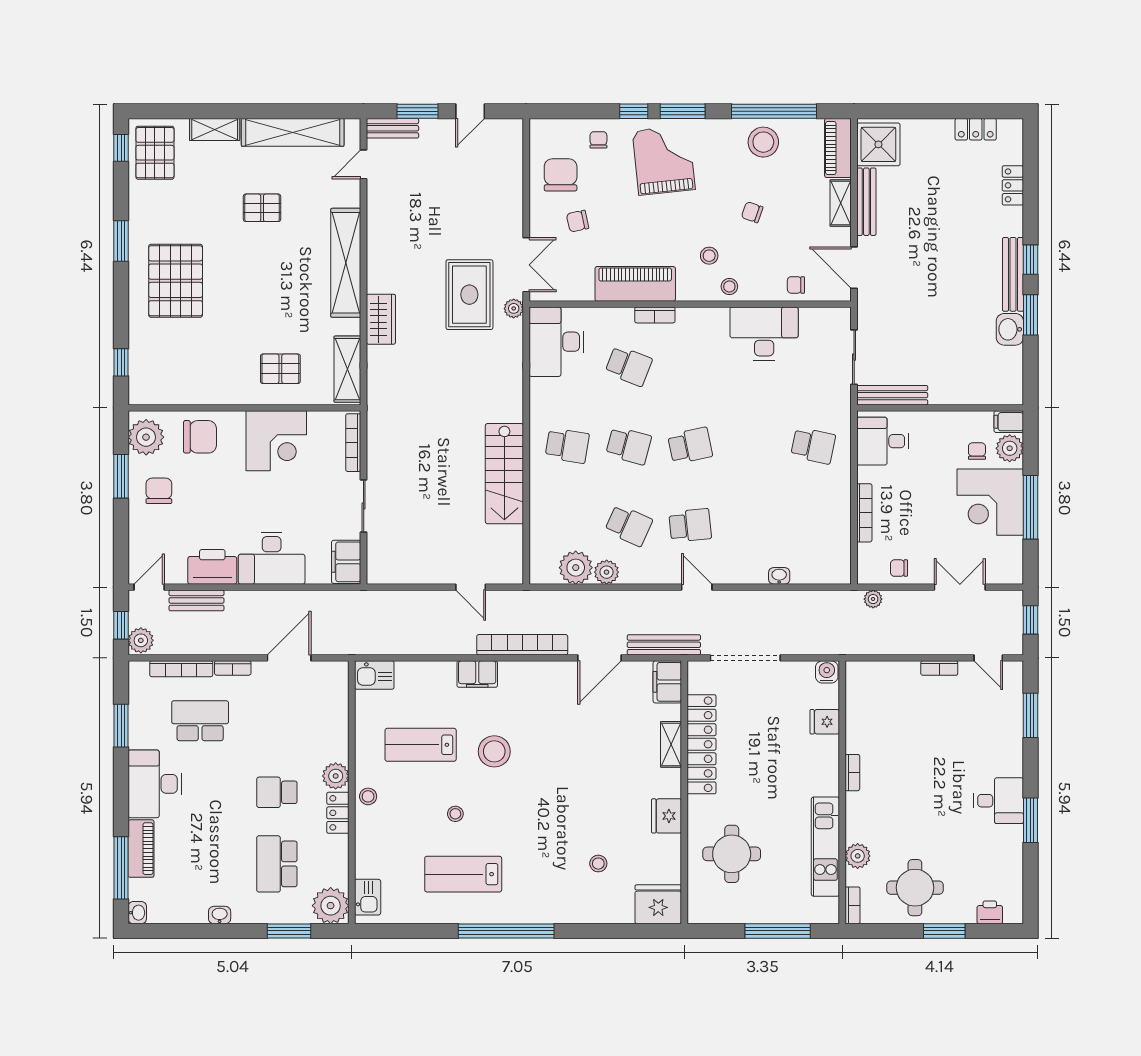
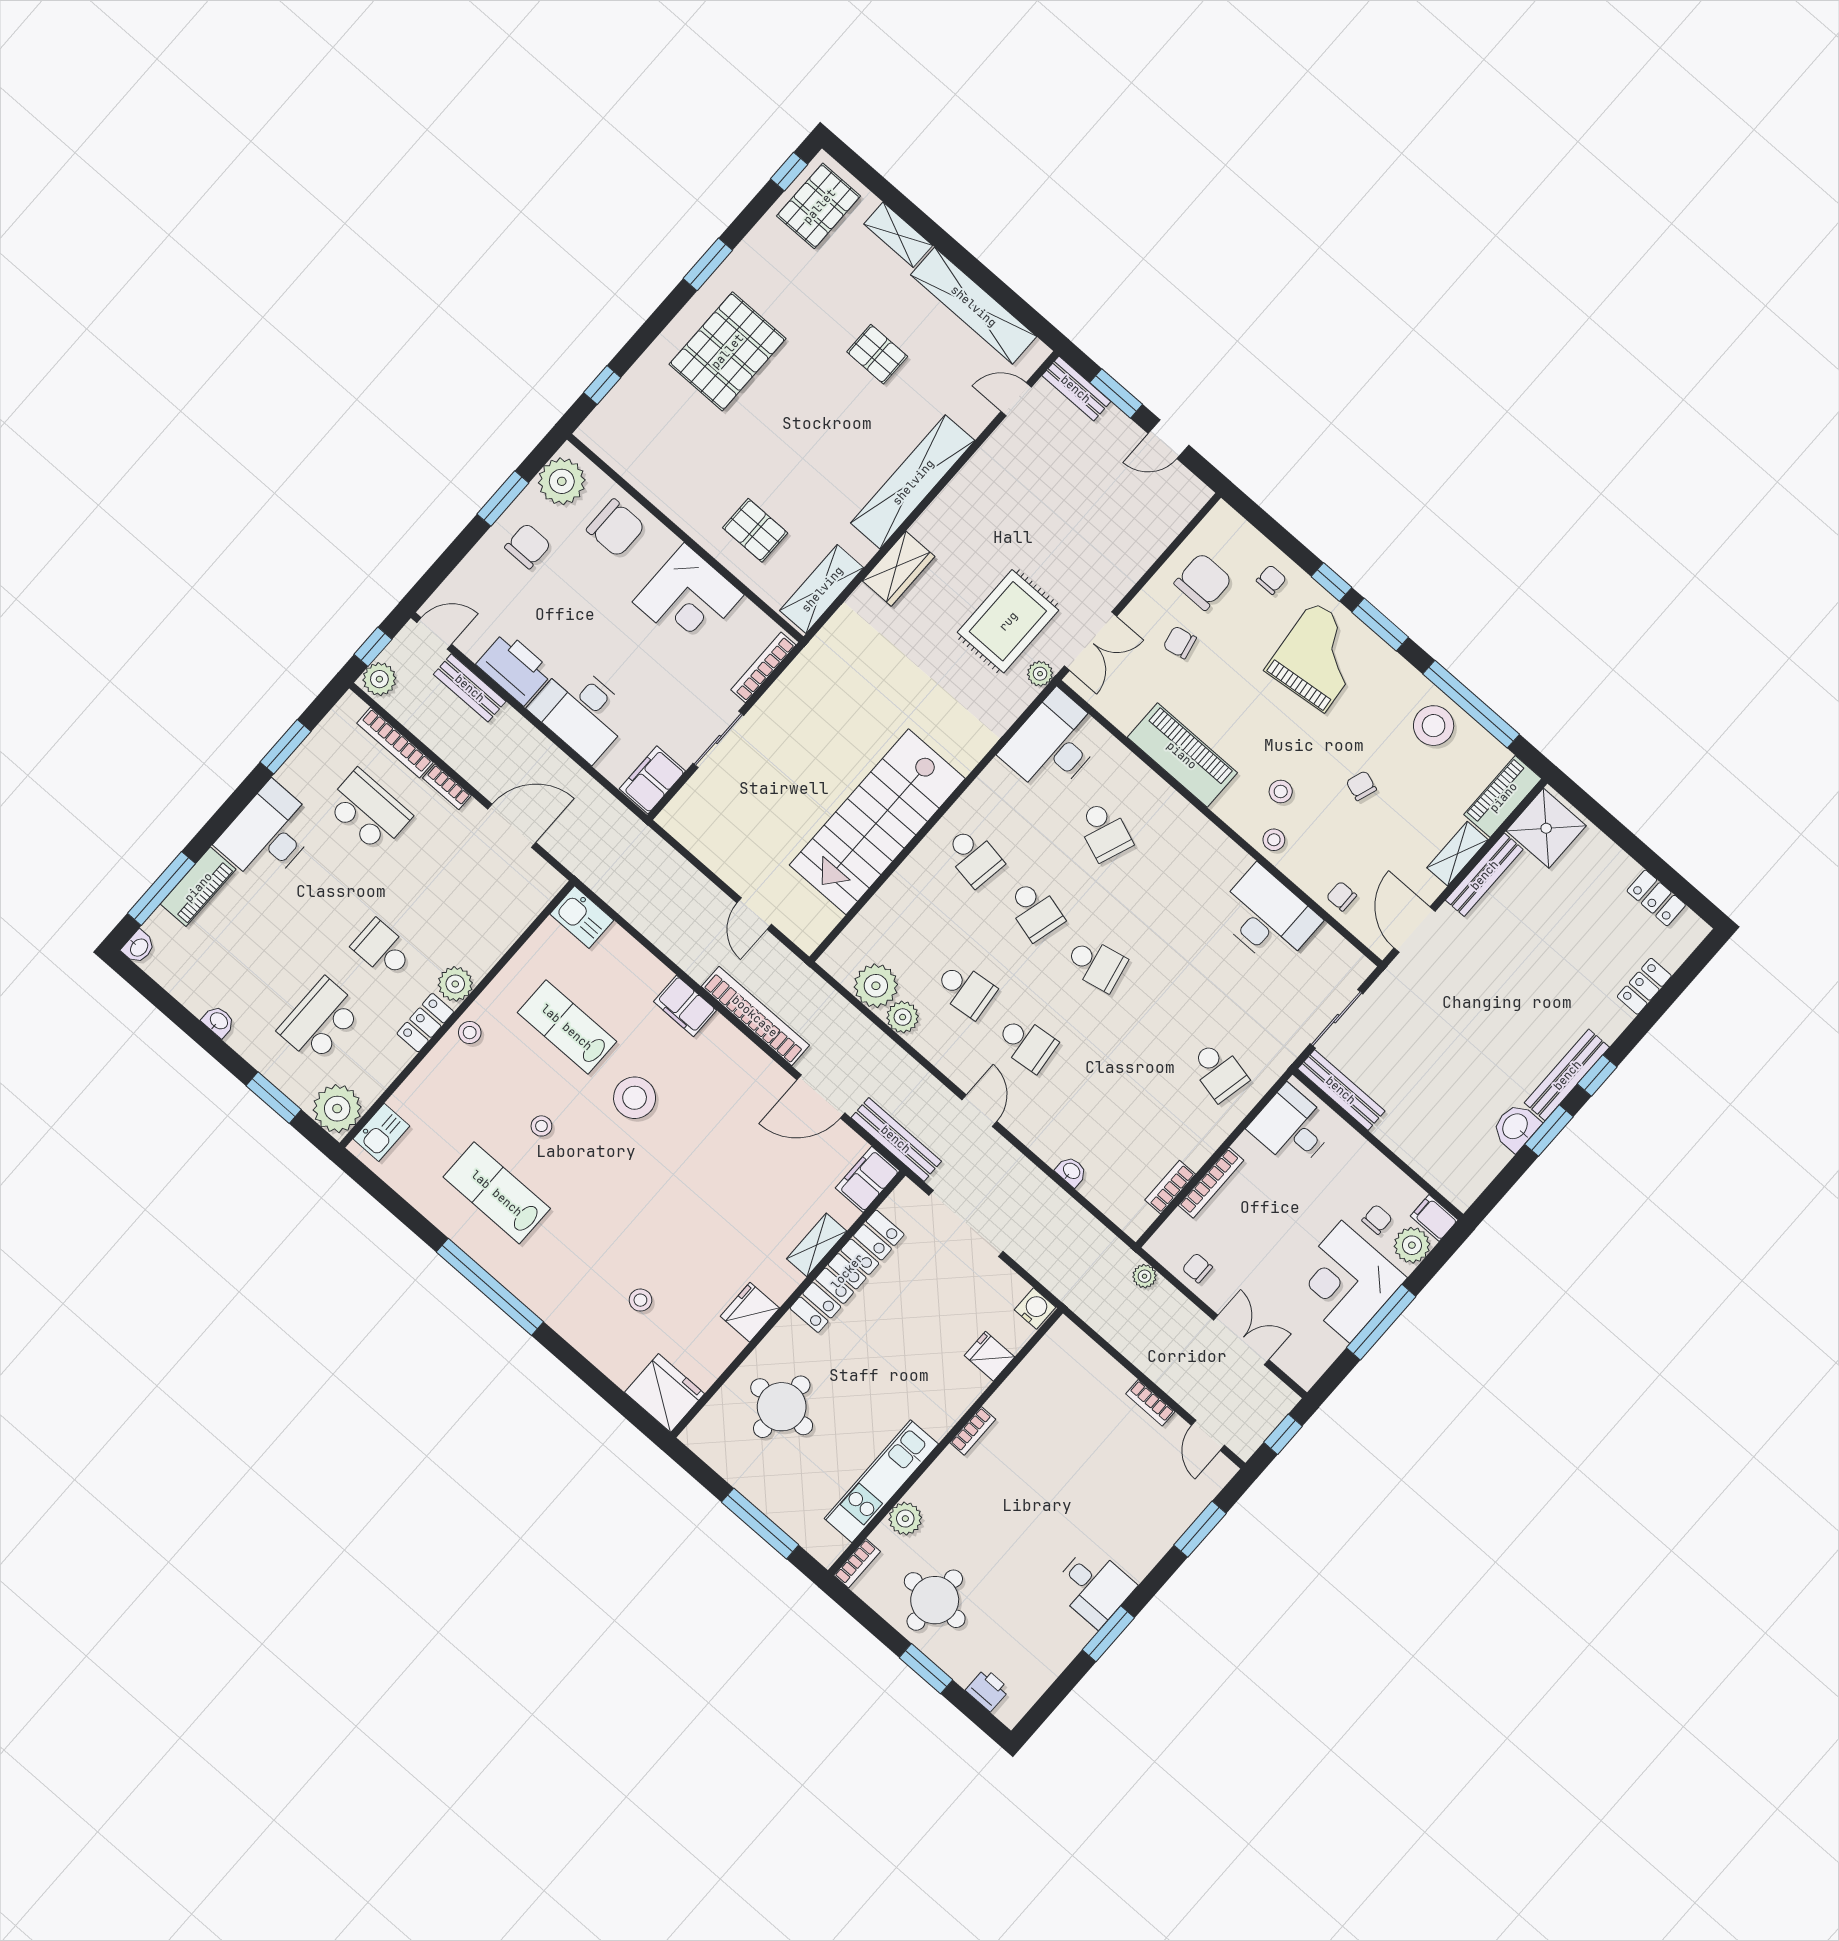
bookcase: (655, 315) -> (1170, 1187), moved, turned 90
stairs: (504, 474) -> (877, 822), width x1.36, depth x1.51
school desk: (629, 525) -> (965, 990), turned -30

